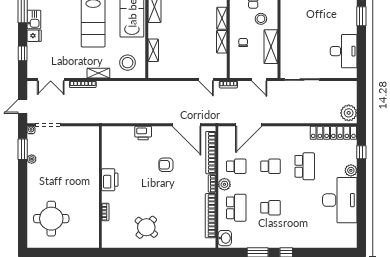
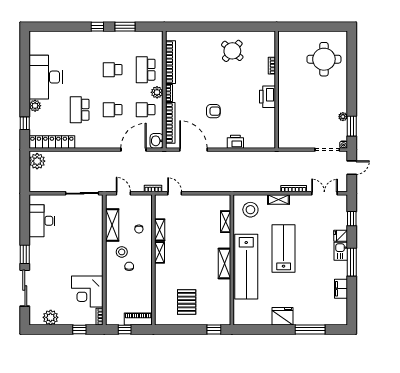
washbasin: (225, 238) -> (157, 141), moved

